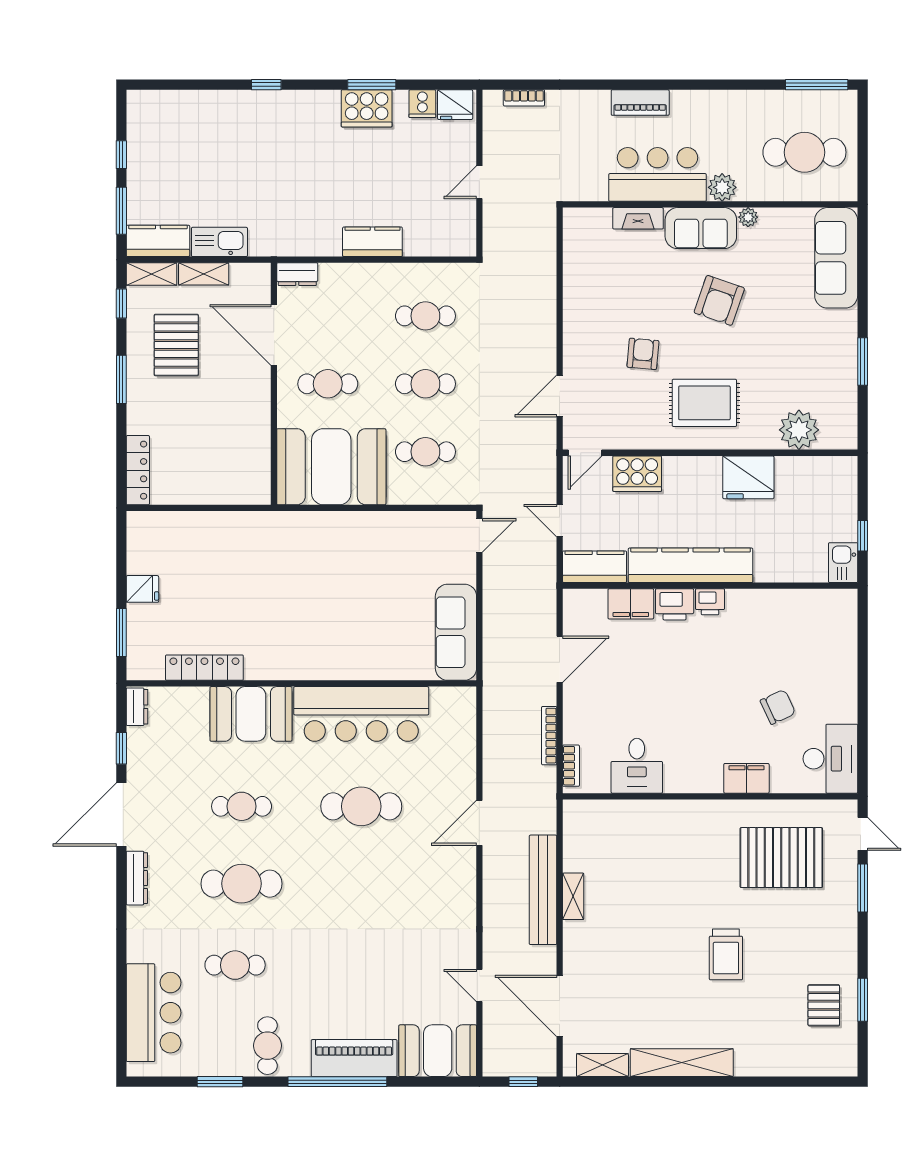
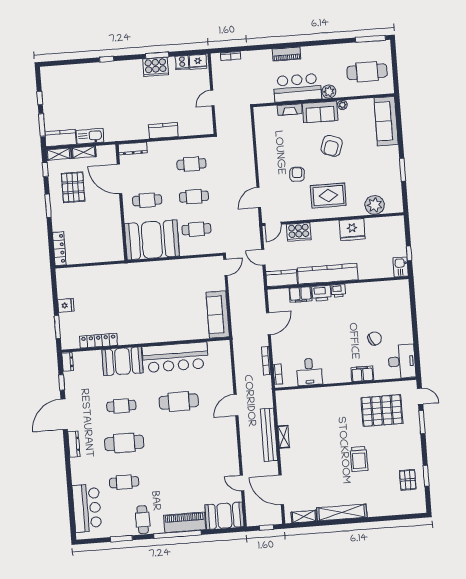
dresser: (297, 274) -> (133, 149), width x1.44

